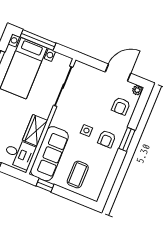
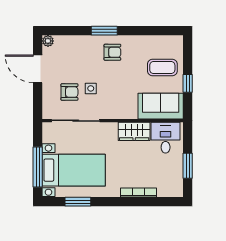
armchair: (121, 106) -> (69, 92), moved
side table: (86, 131) -> (91, 88), moved
sofa: (50, 154) -> (161, 106), width x0.73
window: (45, 185) -> (188, 83), moved

